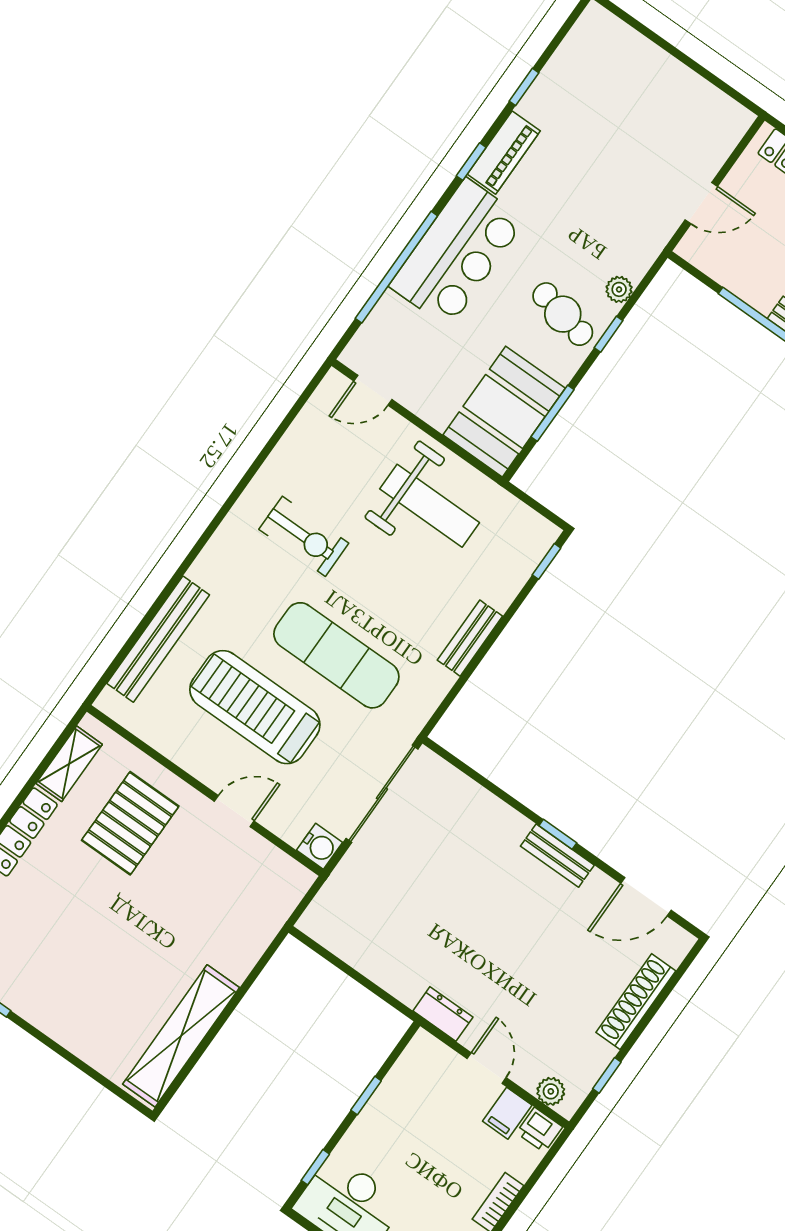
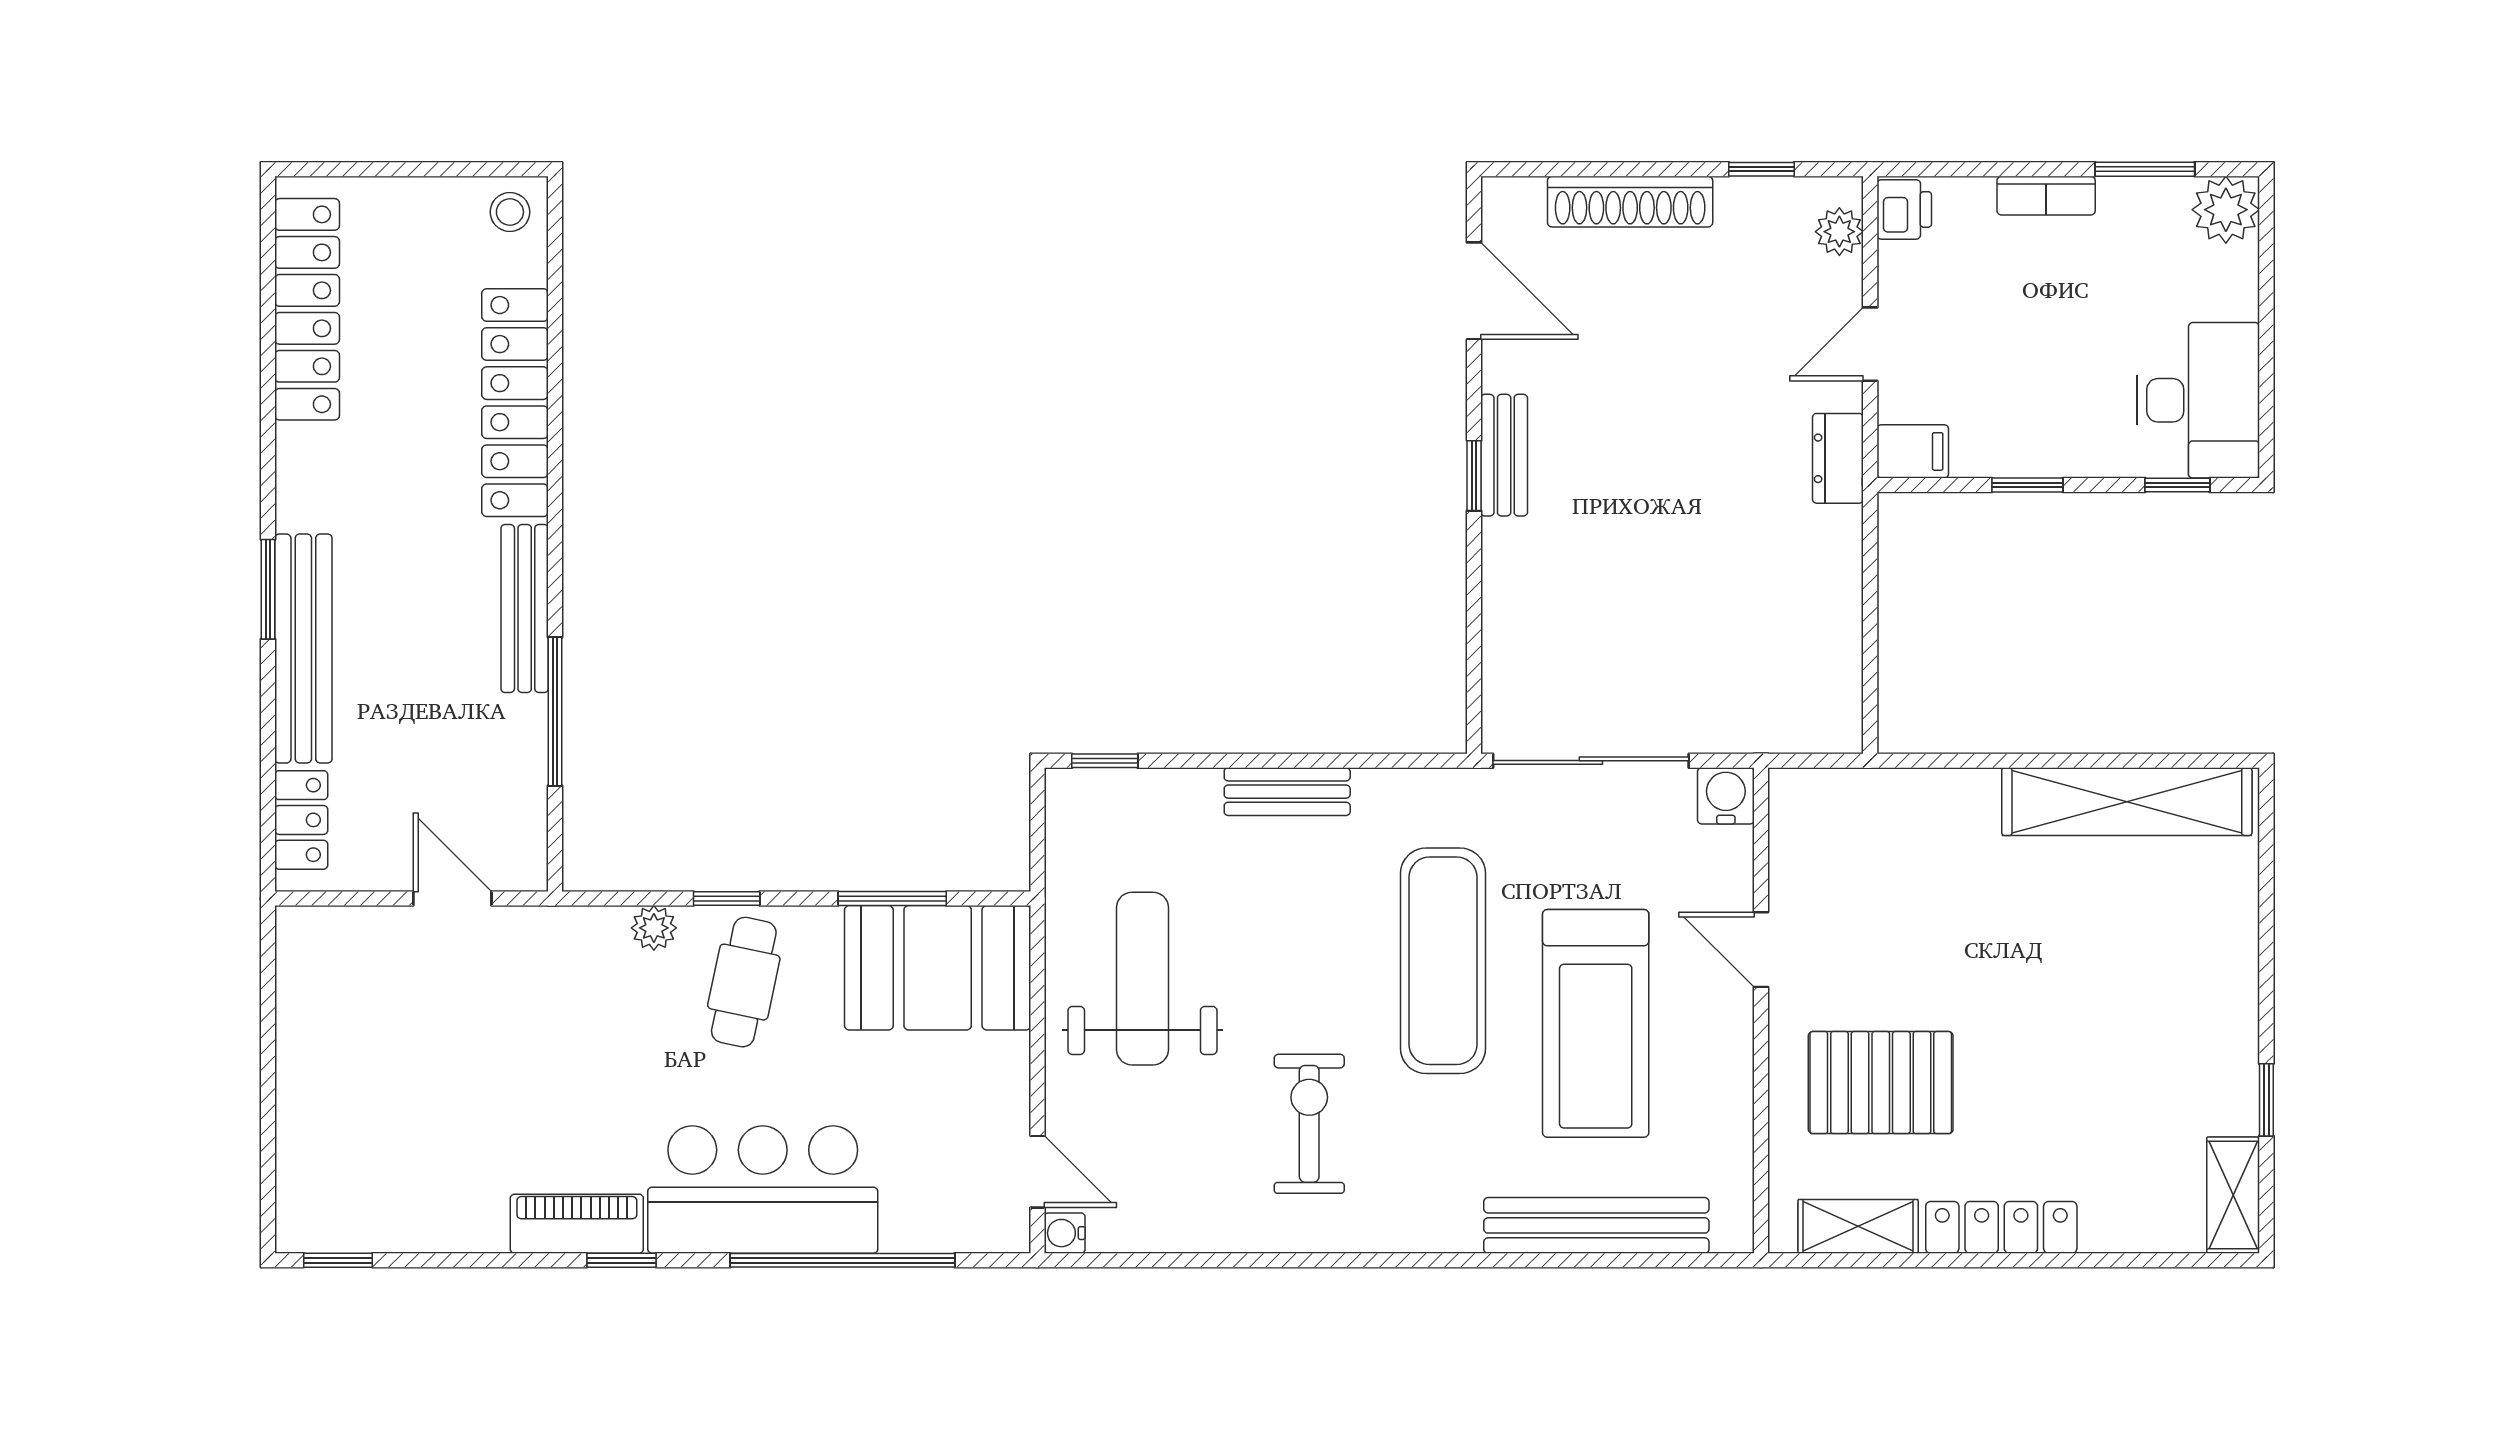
window: (524, 87) -> (338, 1260), moved
water cooler: (334, 382) -> (1065, 1233), added
filing cabinet: (507, 1113) -> (1913, 451), moved

